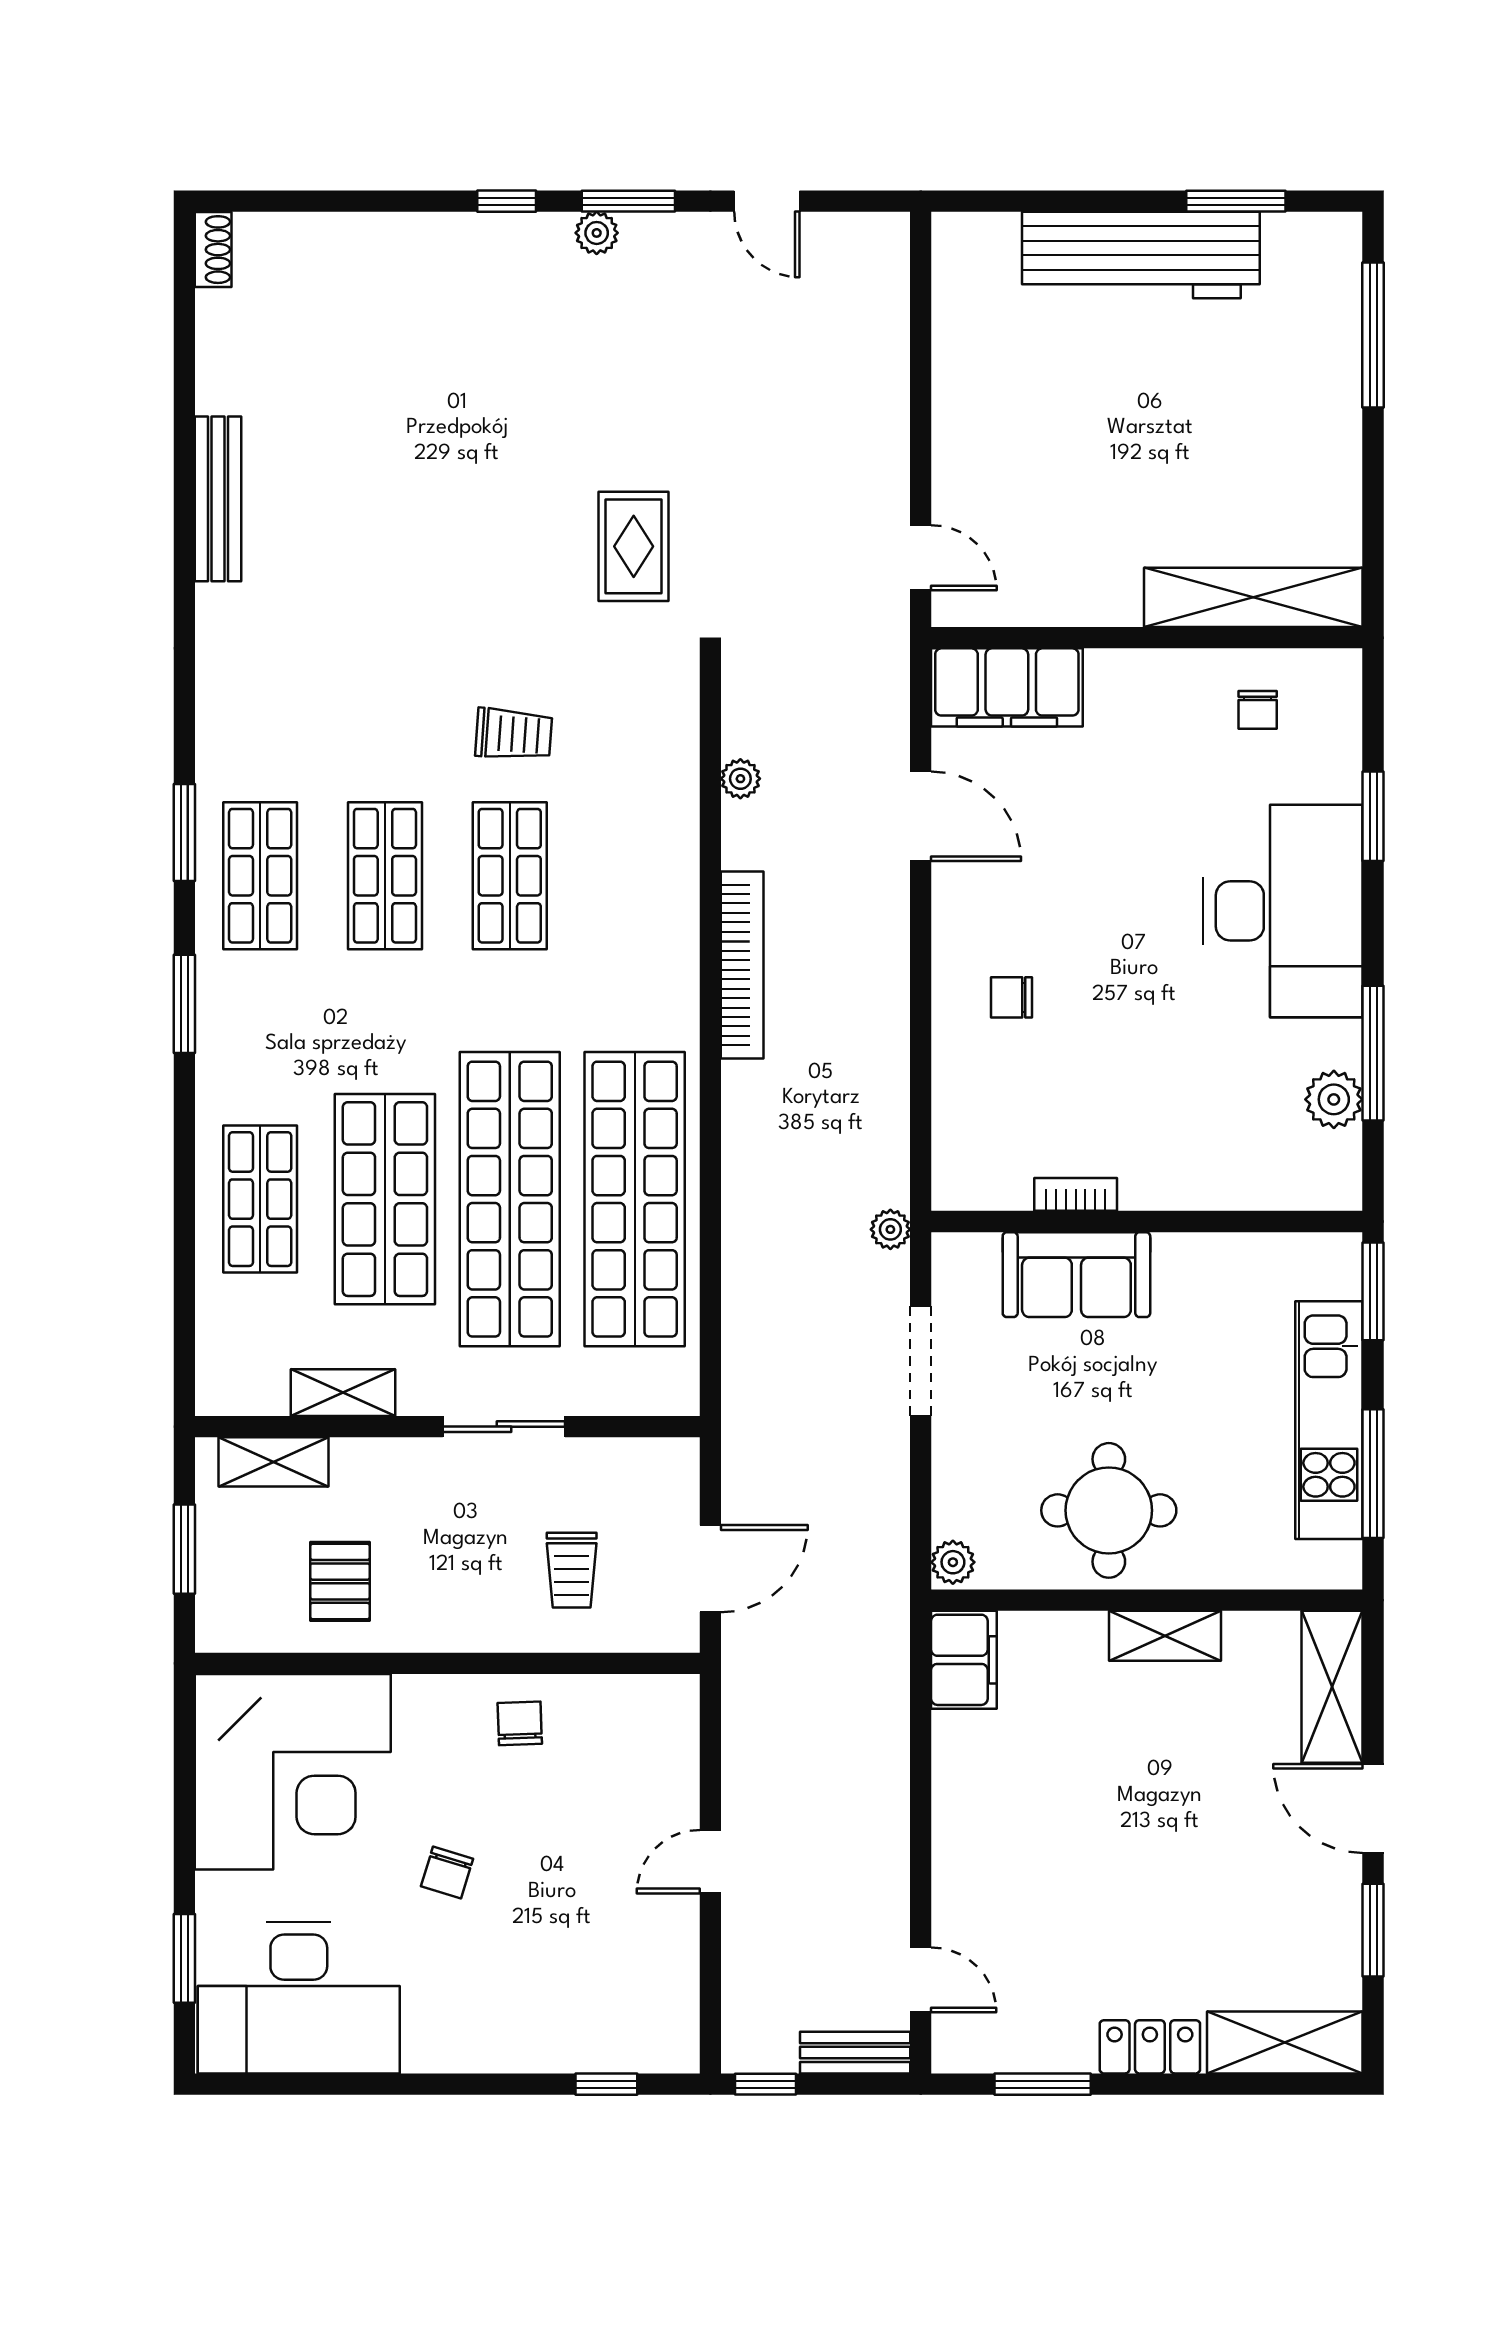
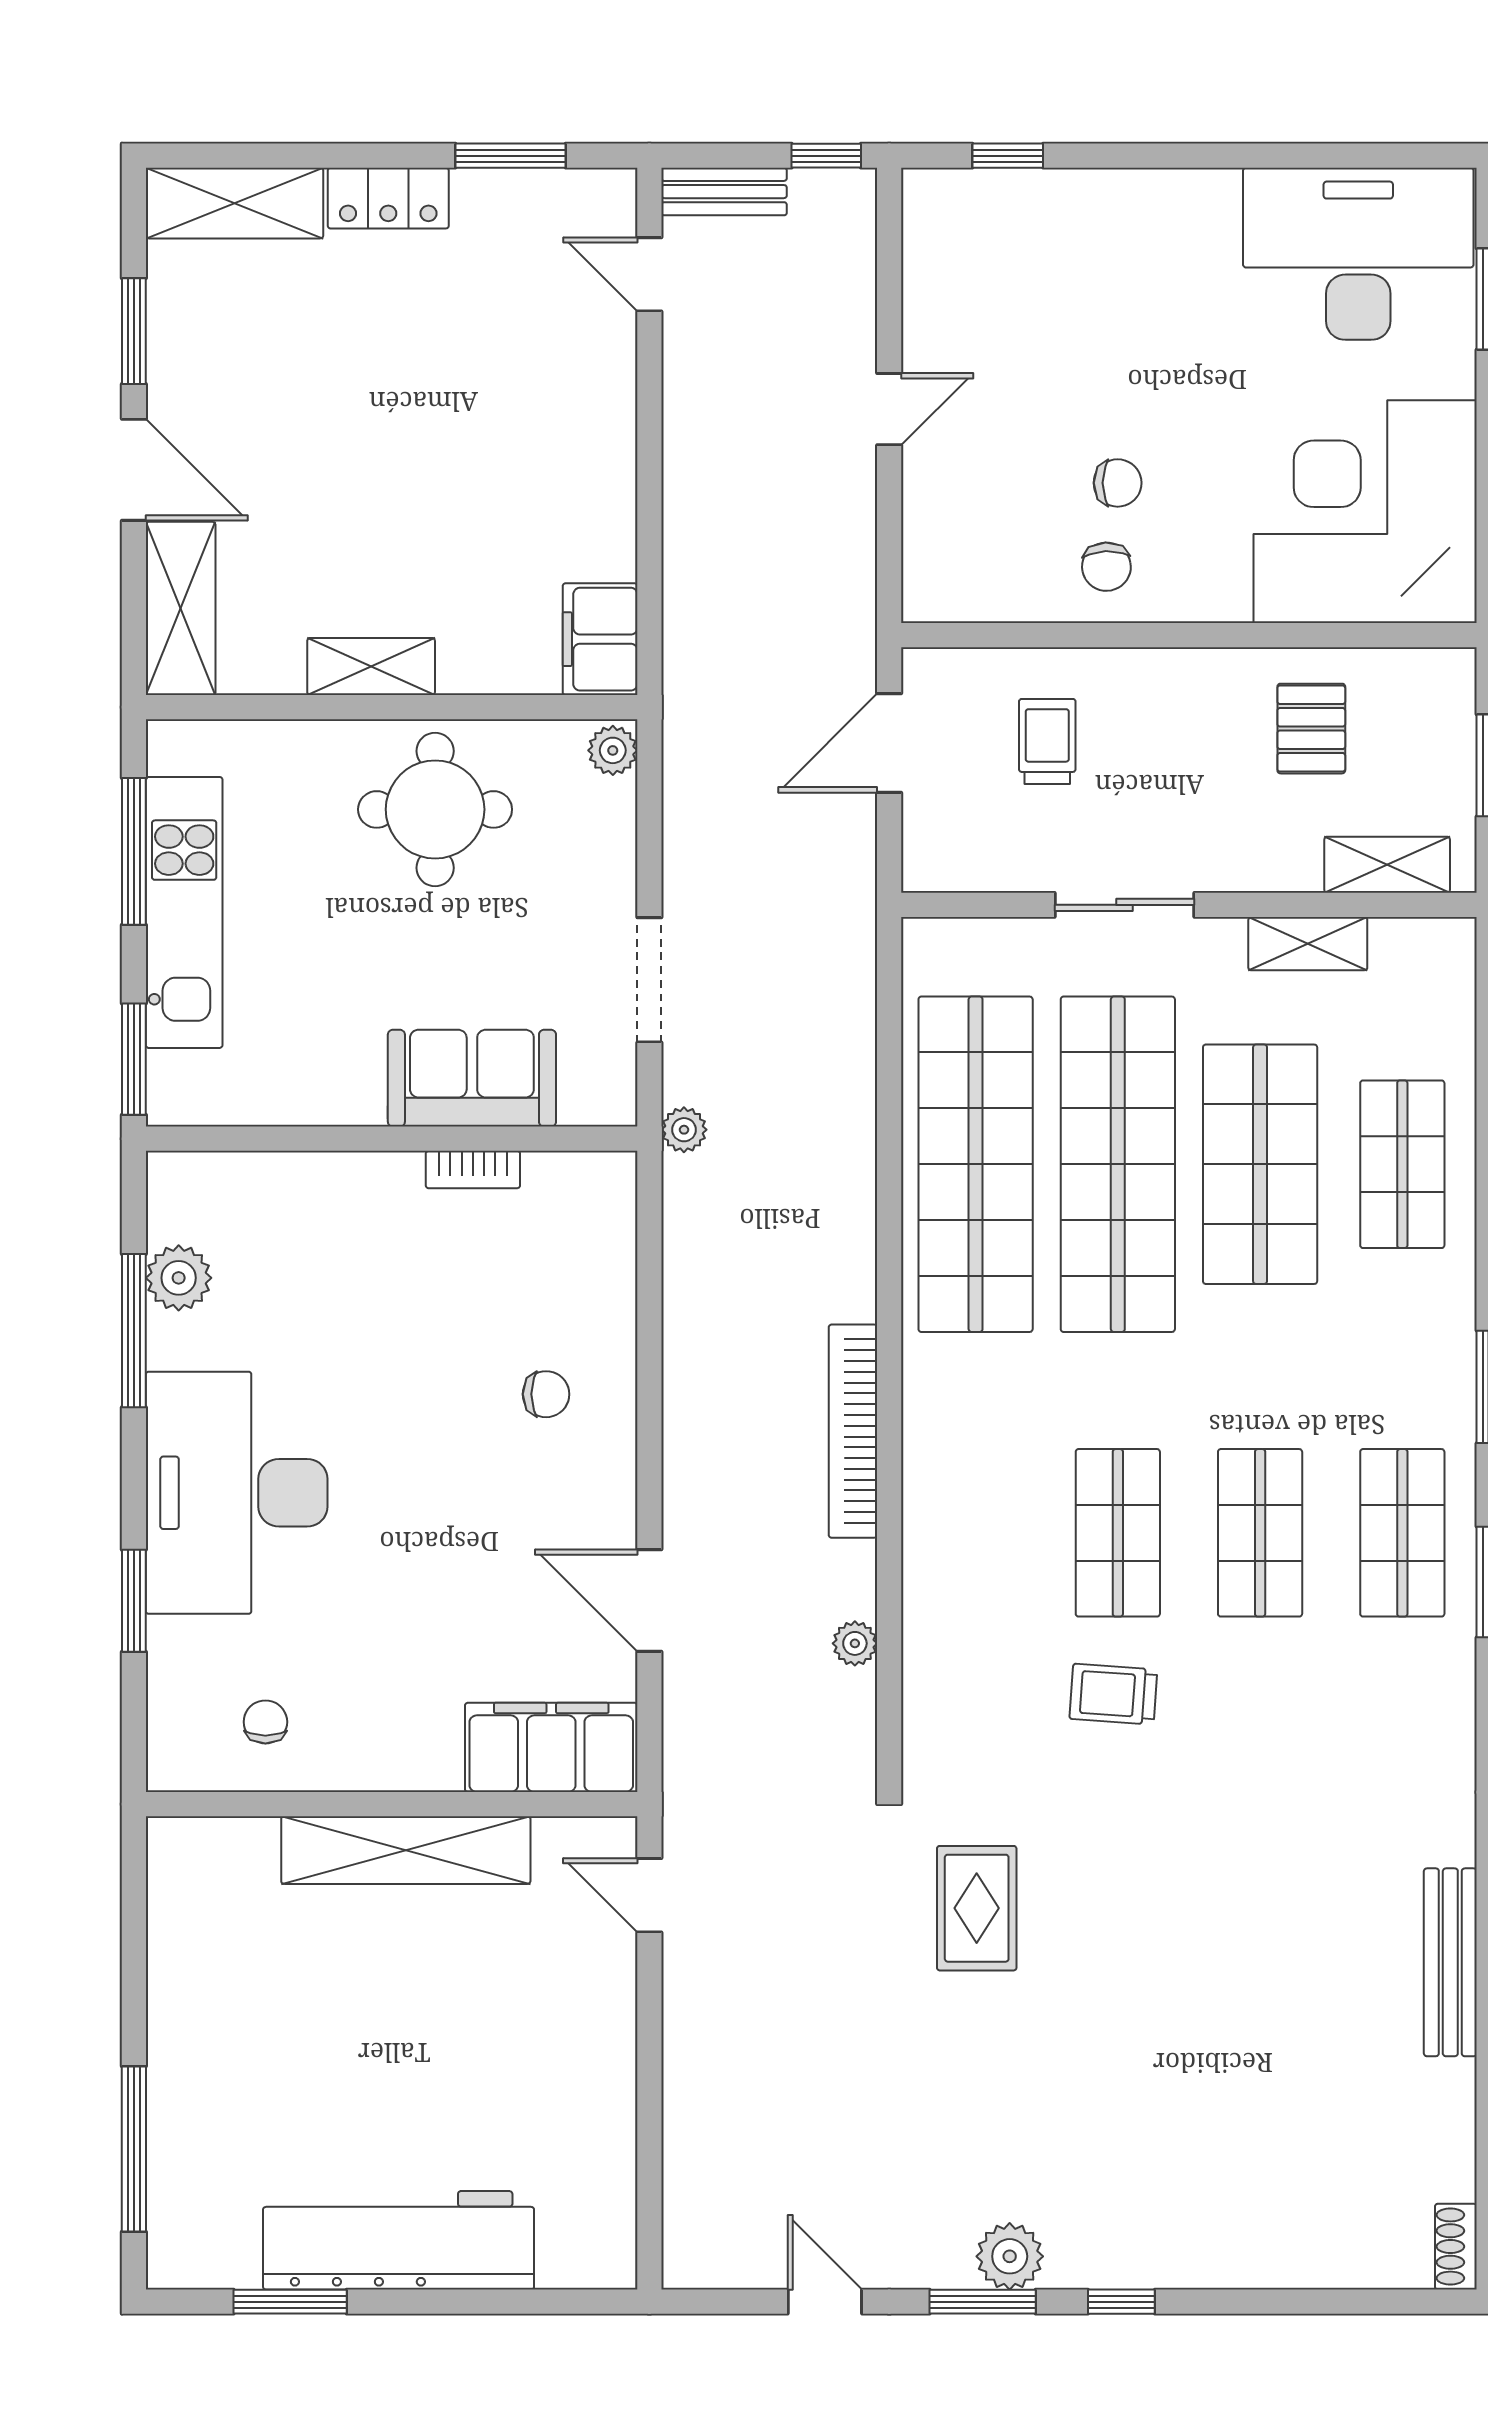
plant: (597, 233) -> (1010, 2256), width x1.38, depth x1.38
shelving: (1253, 597) -> (406, 1850), moved
chair: (447, 1872) -> (1118, 483), moved, turned 73

